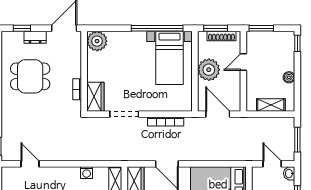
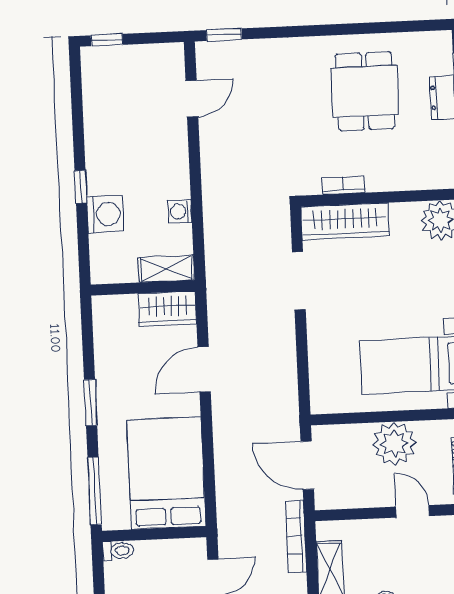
wardrobe: (95, 97) -> (345, 221), width x1.50
door: (218, 114) -> (307, 465), swing flipped
bookcase: (166, 121) -> (296, 536), moved

